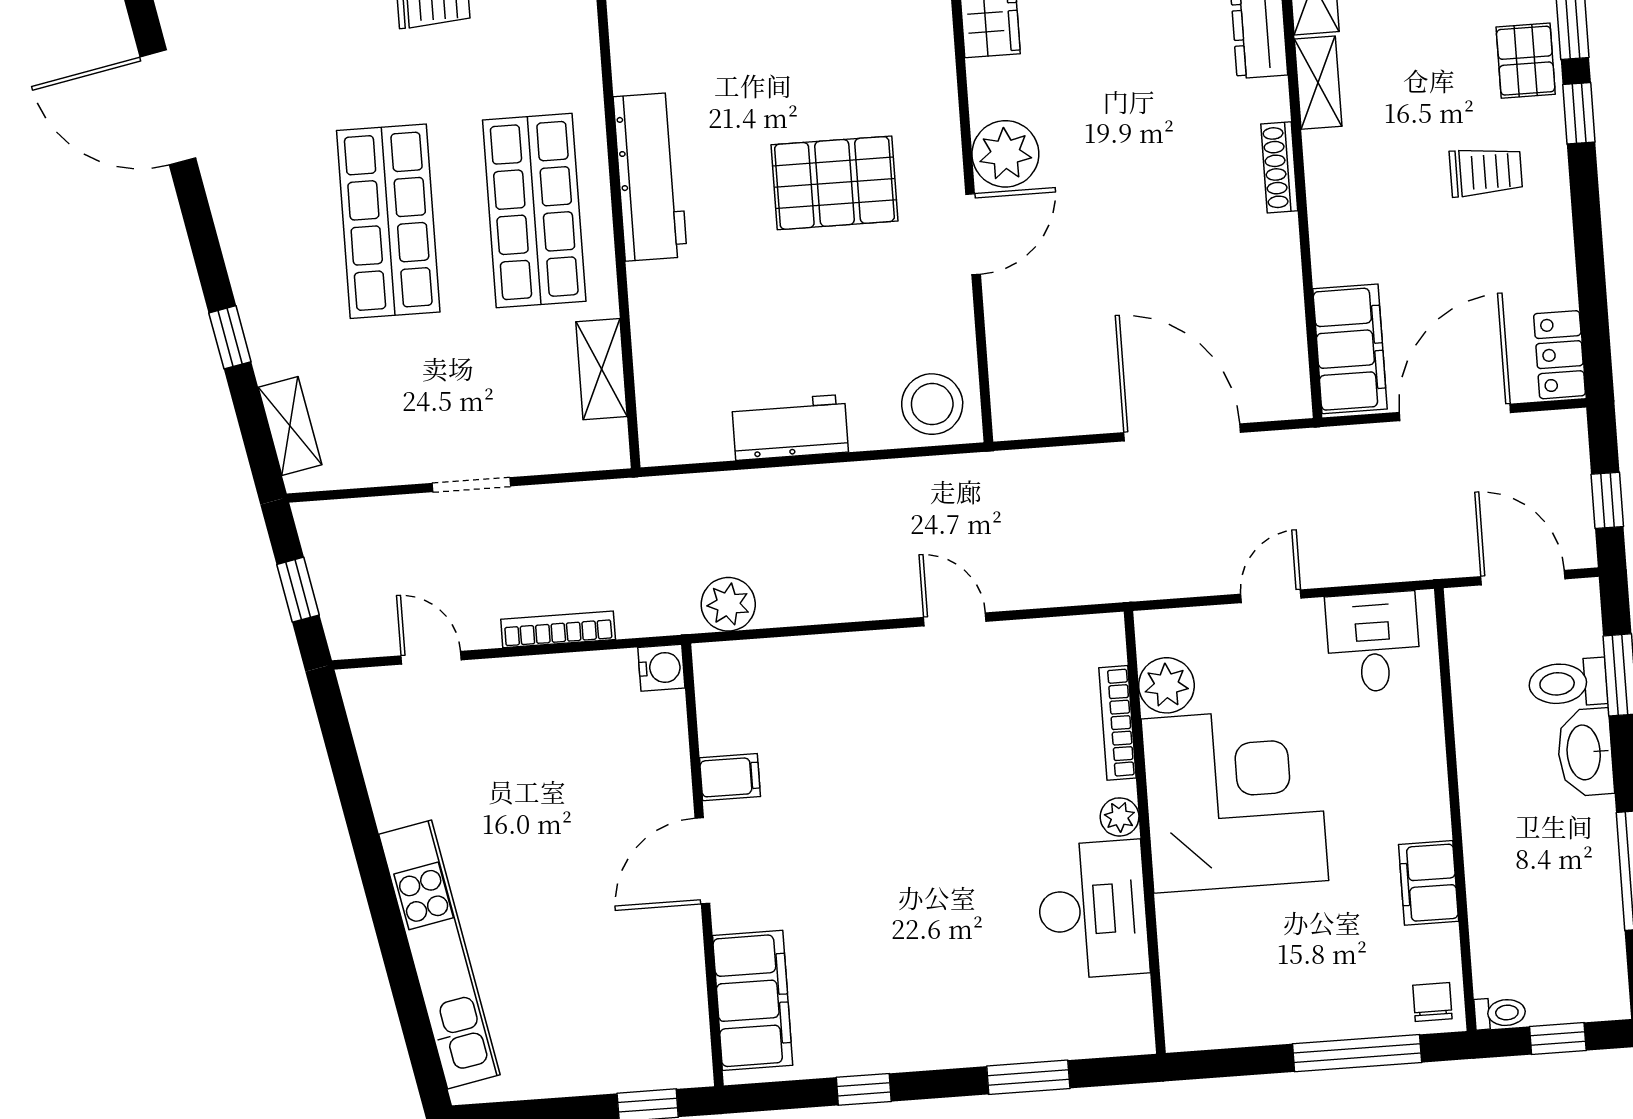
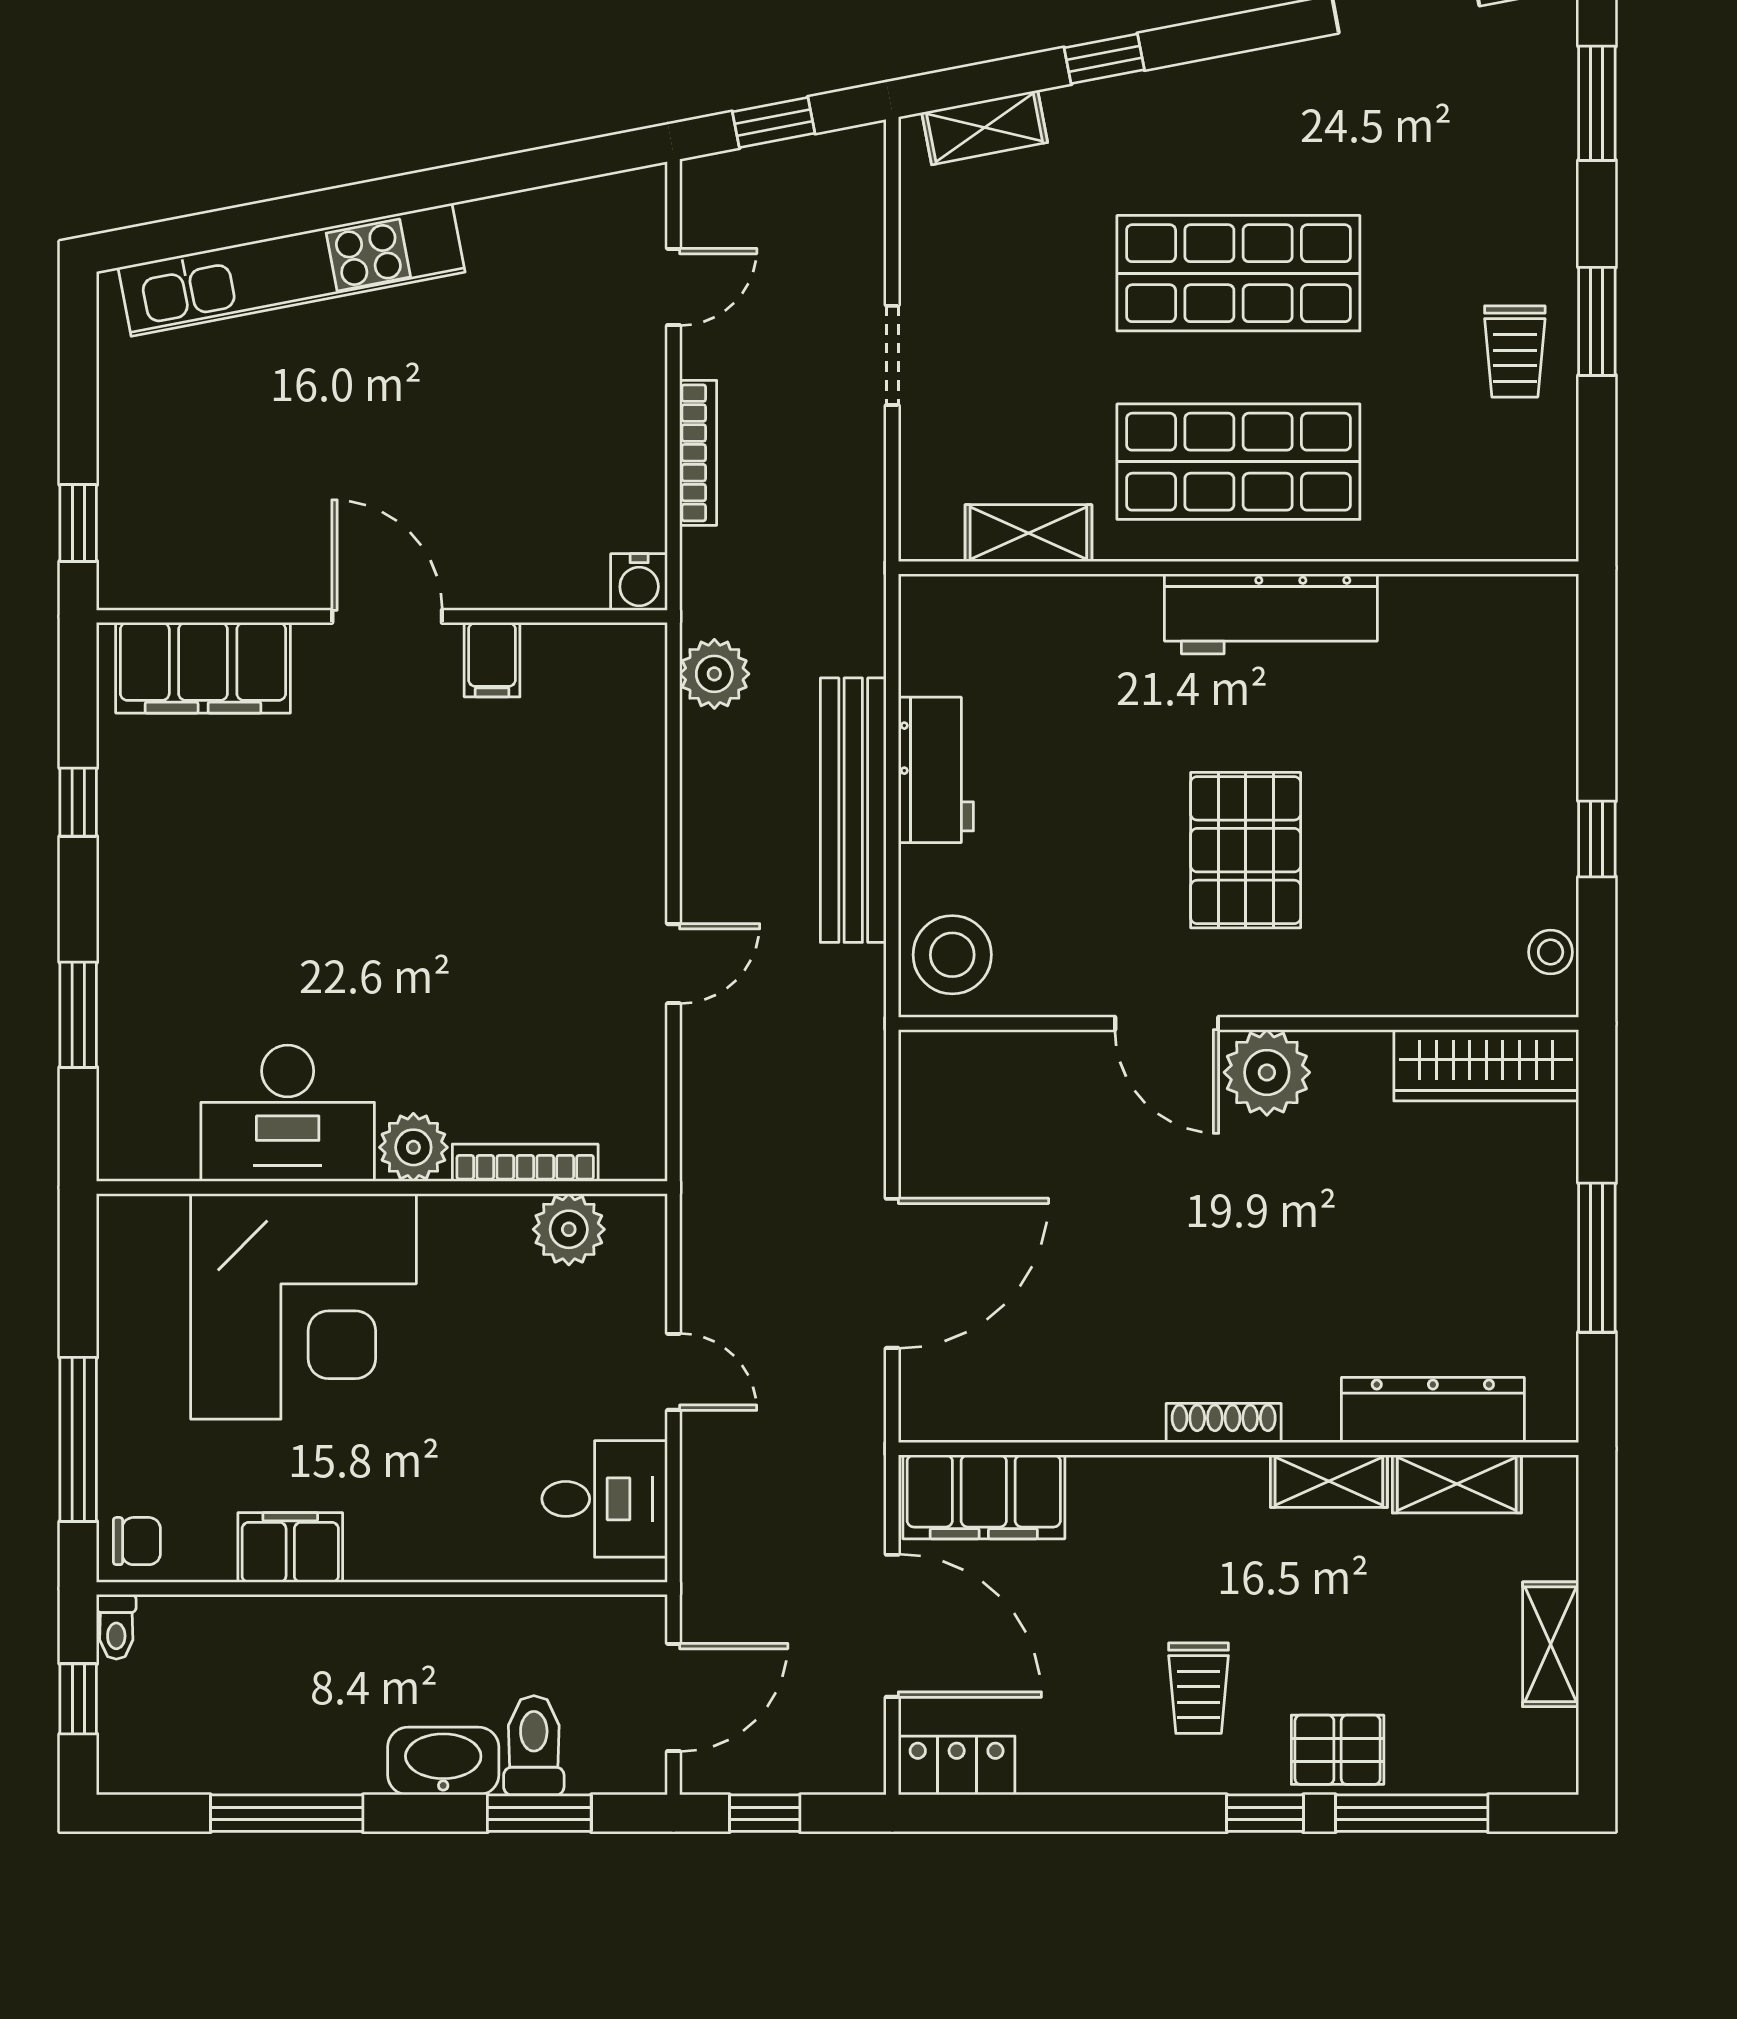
bench: (826, 489) -> (853, 810), added
corner desk: (1235, 800) -> (304, 1306), moved
plant: (1120, 817) -> (413, 1147), width x1.38, depth x1.38

